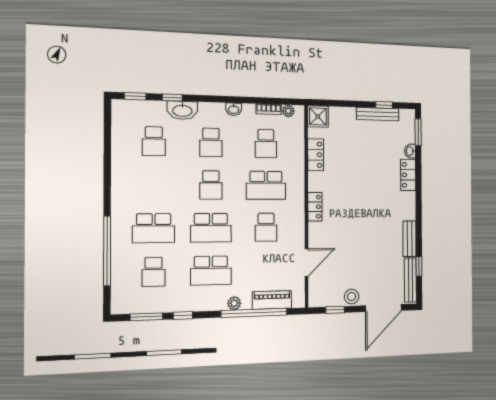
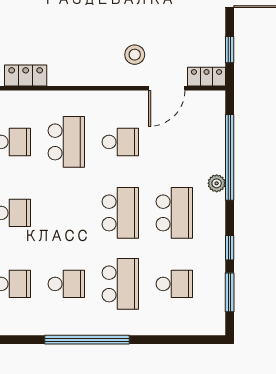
school desk: (211, 185) -> (66, 284), moved
locker: (315, 207) -> (207, 77), moved
window: (107, 251) -> (87, 340), moved
door: (306, 263) -> (167, 88), swing flipped
stool: (352, 297) -> (135, 55), moved
piano: (272, 300) -> (214, 134), removed

